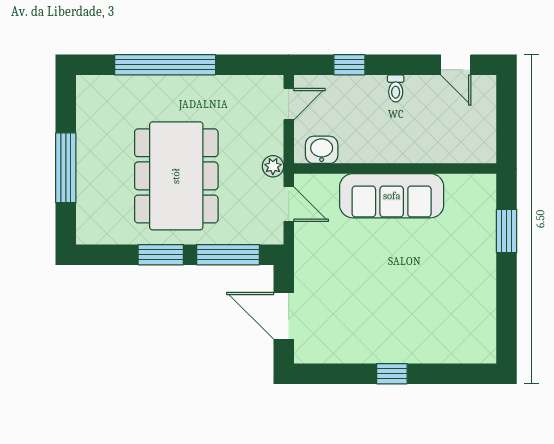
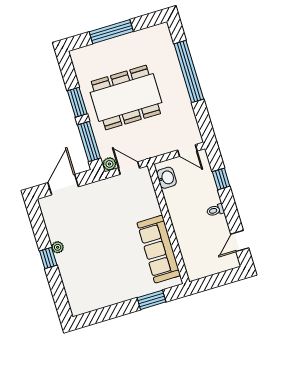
plant: (273, 166) -> (109, 164), moved
sofa: (392, 196) -> (159, 249), moved
door: (289, 204) -> (129, 168), swing flipped
plant: (380, 354) -> (58, 247), added

